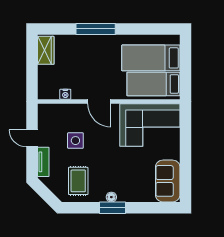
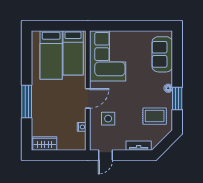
door: (32, 138) -> (105, 155), moved
side table: (75, 141) -> (108, 119), moved
sofa: (168, 181) -> (162, 54), moved, turned 90
window: (112, 208) -> (177, 99), moved

